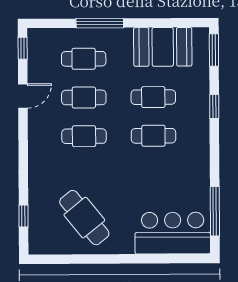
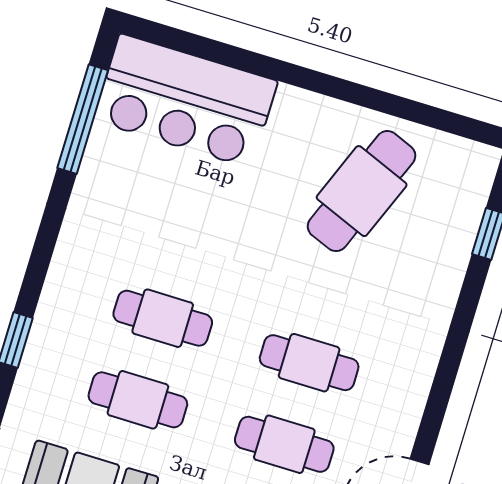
cafe table: (84, 218) -> (362, 191), turned 61

